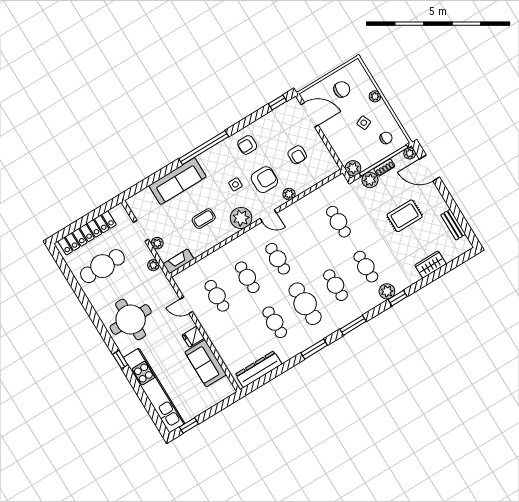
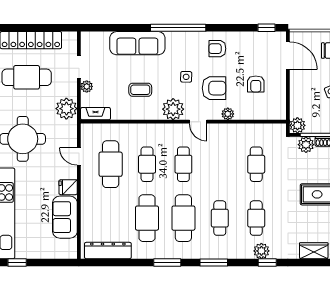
plant: (153, 265) -> (66, 109), width x1.87, depth x1.87
cafe table: (217, 296) -> (111, 164), width x1.37, depth x1.35
cafe table: (275, 322) -> (147, 218), width x1.37, depth x1.35

